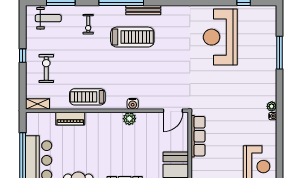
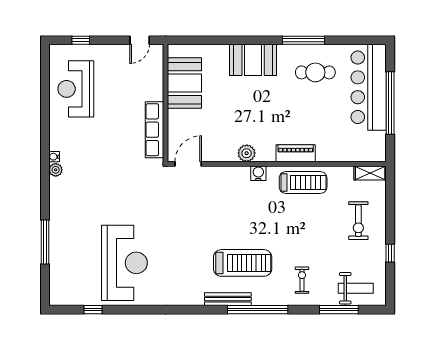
weight bench: (48, 18) -> (356, 288), turned 180
treadmill: (132, 37) -> (243, 263), turned 180
window: (23, 56) -> (390, 253), moved
water cooler: (133, 104) -> (258, 173), moved
piano: (70, 119) -> (296, 153), moved

